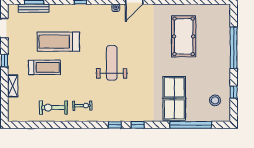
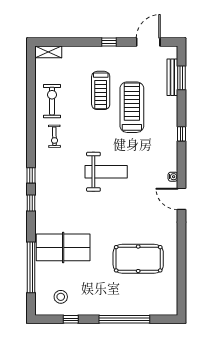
shelving: (13, 86) -> (48, 52), moved

